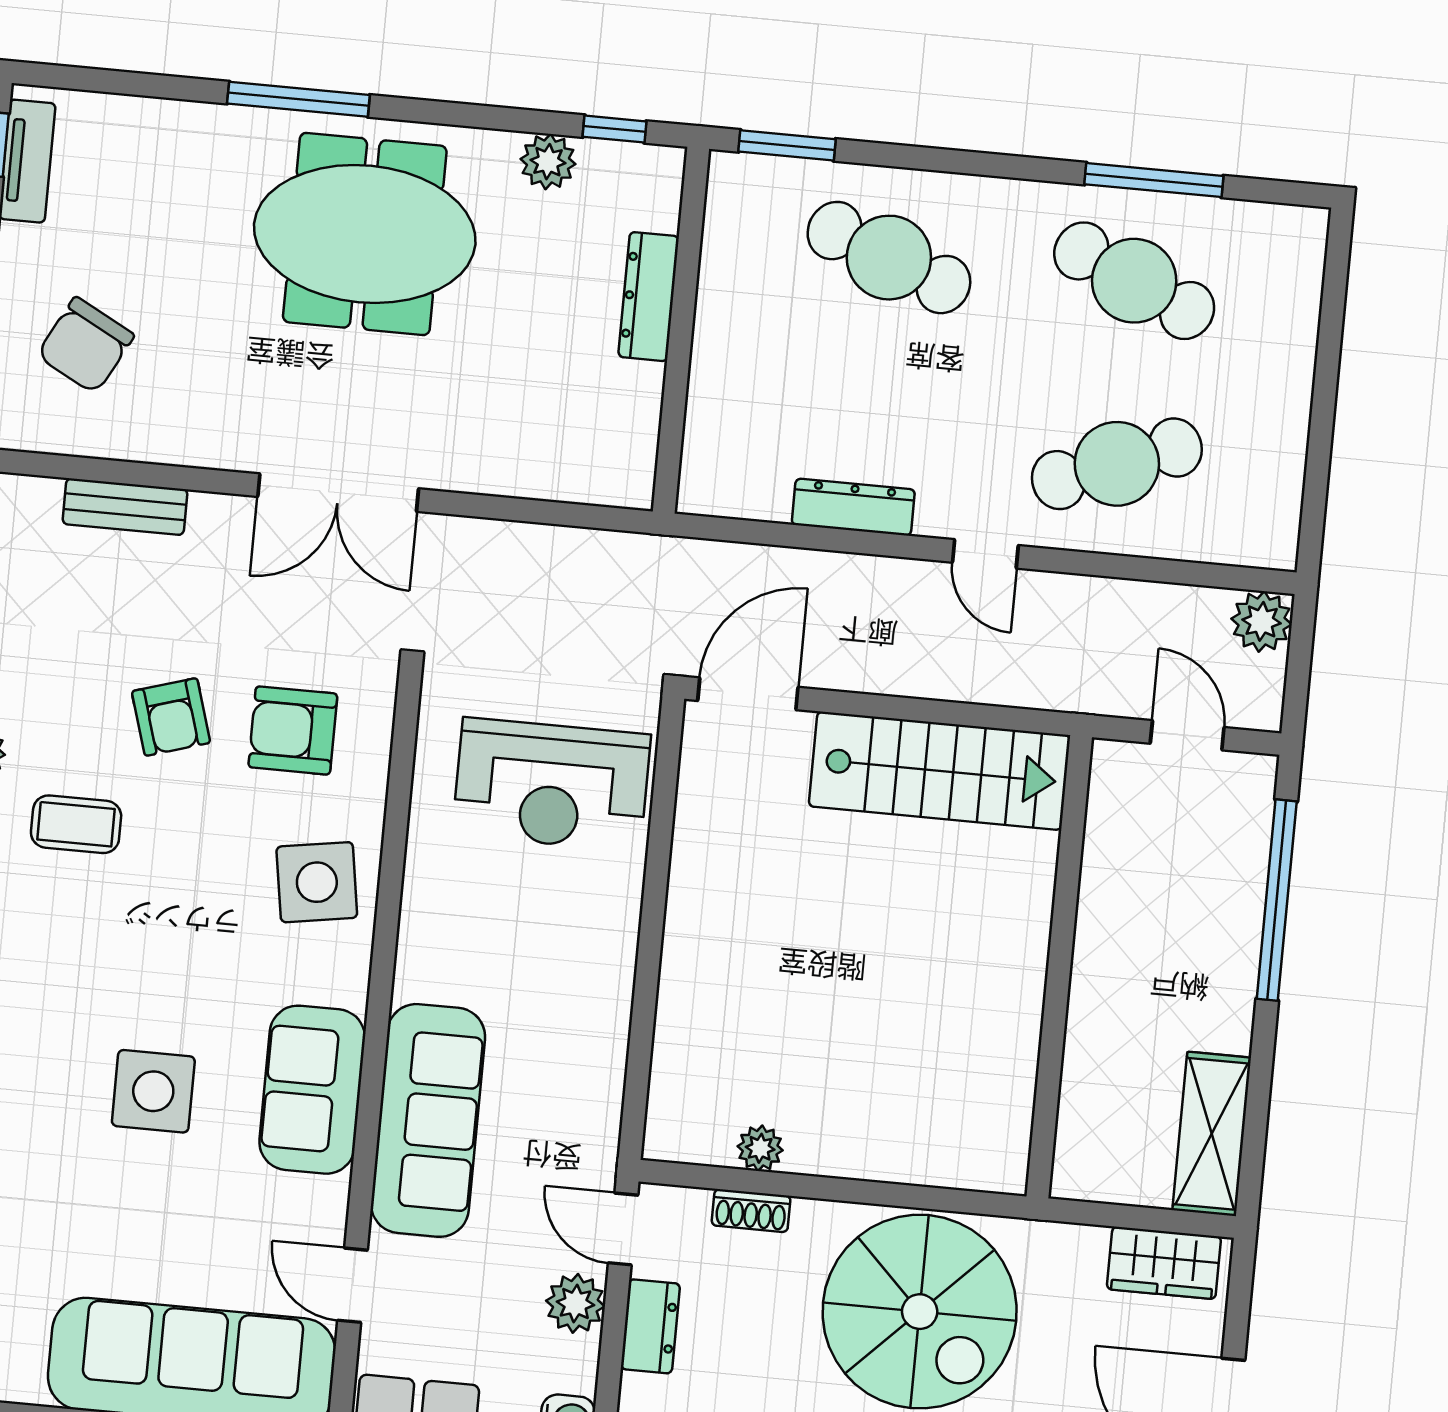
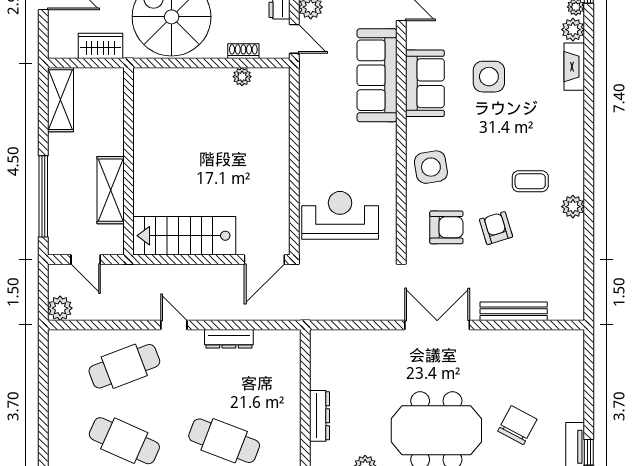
chair: (85, 345) -> (517, 425), moved
bench: (125, 507) -> (514, 311), width x1.36
shelving: (1110, 900) -> (111, 190), added
wardrobe: (1164, 1263) -> (100, 46), moved

